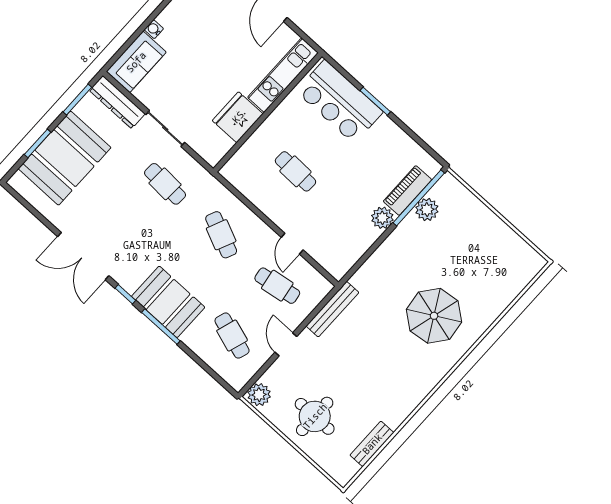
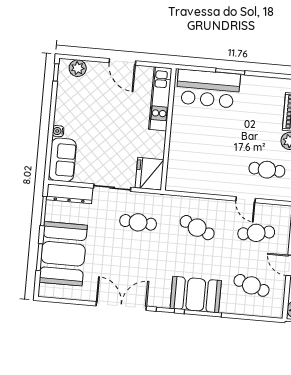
fridge: (238, 117) -> (149, 174), moved
cafe table: (295, 171) -> (267, 170), moved
double door: (83, 256) -> (121, 306), swing flipped

